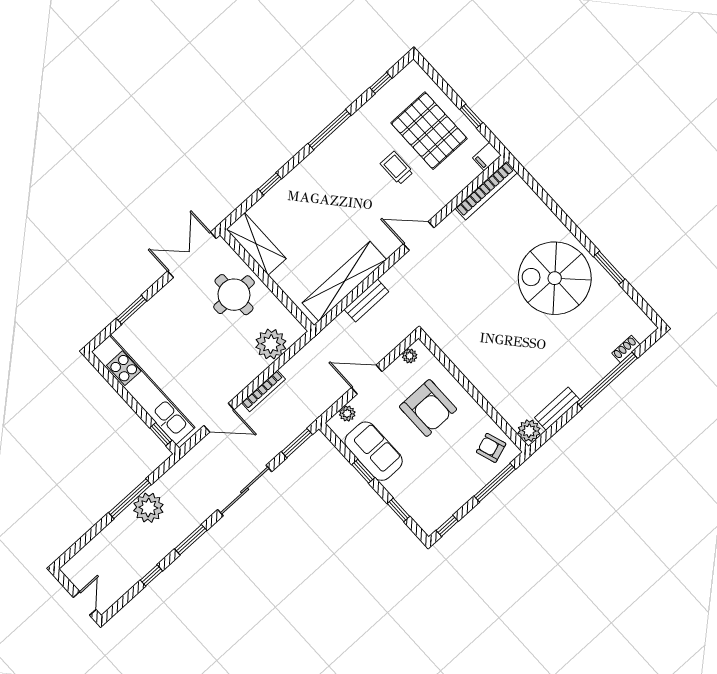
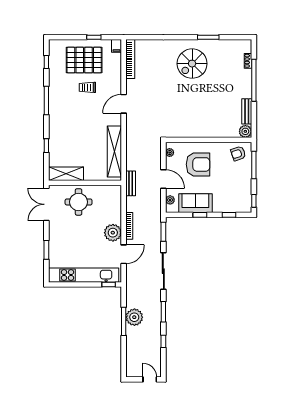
spiral stairs: (555, 278) -> (192, 64), width x0.73, depth x0.73
bench: (366, 300) -> (131, 183), moved
plant: (271, 344) -> (113, 233), moved
door: (367, 379) -> (163, 179), swing flipped

